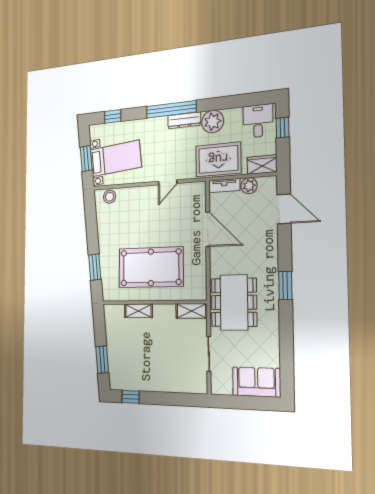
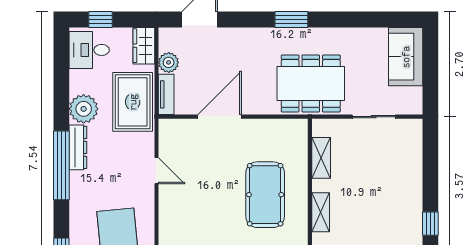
pool table: (151, 267) -> (265, 195), width x0.73, depth x0.76
shelving: (191, 311) -> (321, 158), moved

